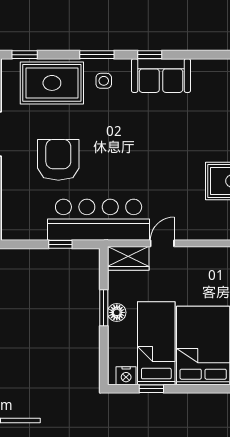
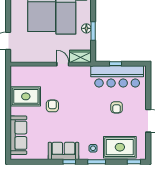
armchair: (58, 160) -> (117, 107), width x0.53, depth x0.53
armchair: (182, 163) -> (52, 106), added
bar counter: (99, 220) -> (117, 76), moved
door: (162, 243) -> (63, 64), swing flipped

